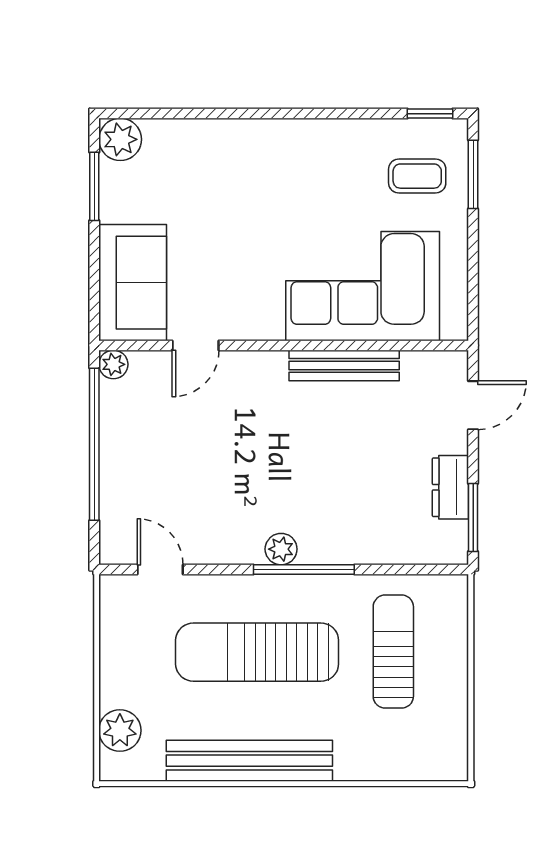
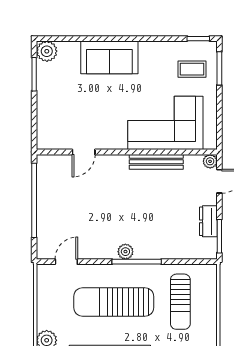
sofa: (133, 283) -> (109, 57), moved, turned 90
plant: (113, 364) -> (210, 161), moved
door: (160, 570) -> (66, 262), hinge flipped
sun lounger: (393, 652) -> (180, 302), turned 180

